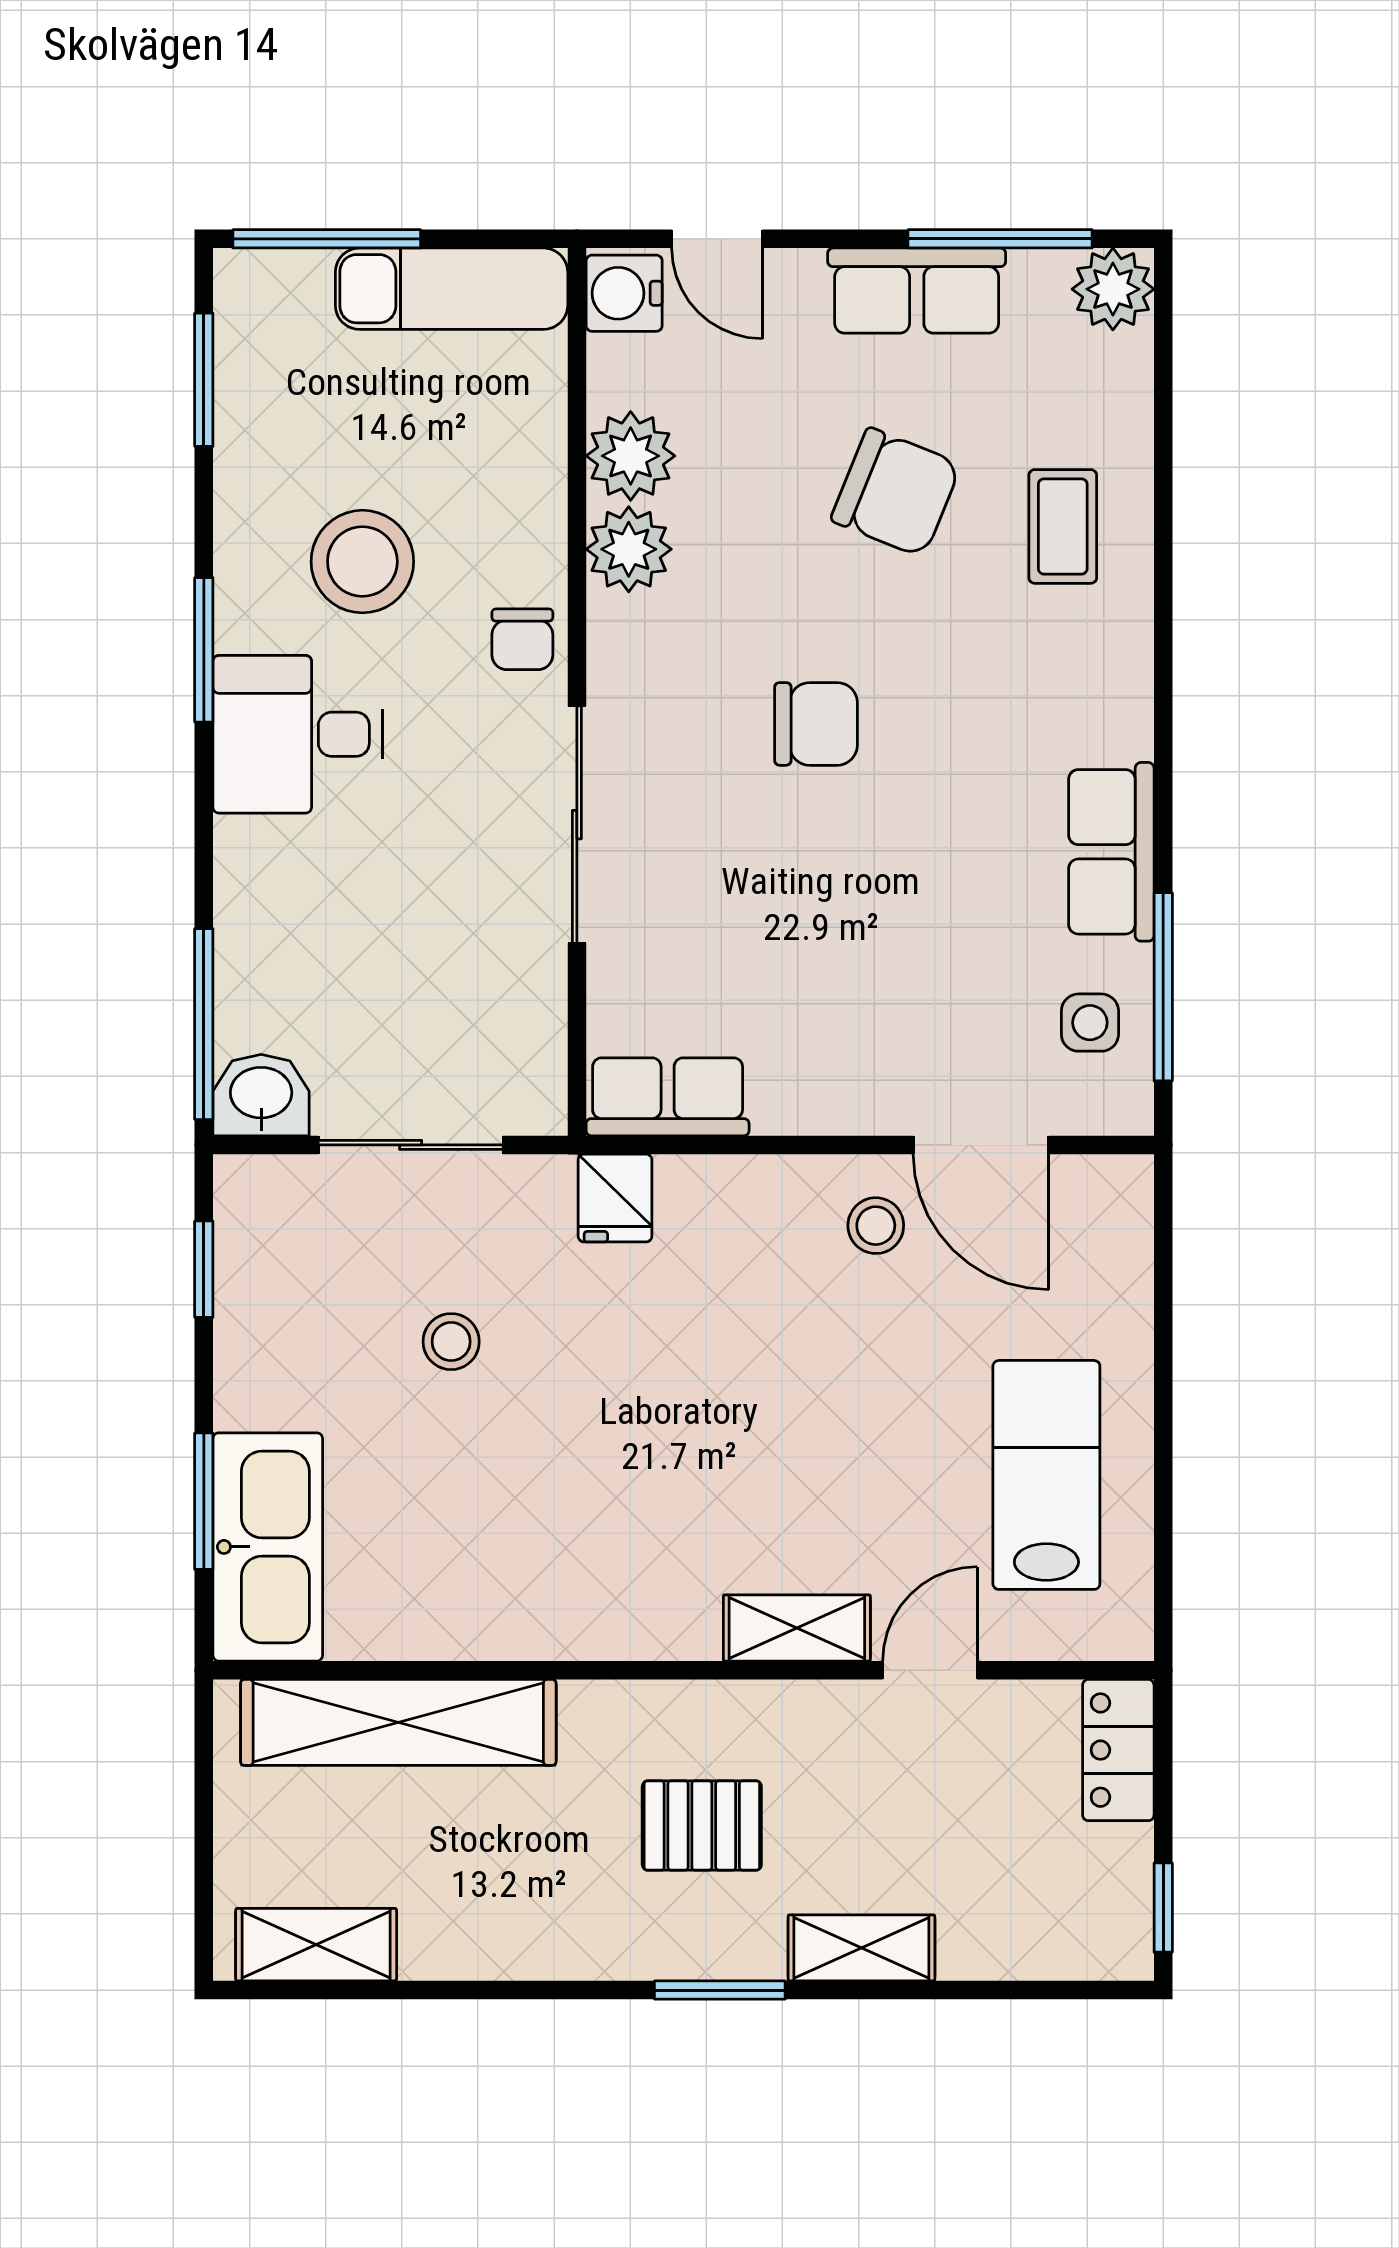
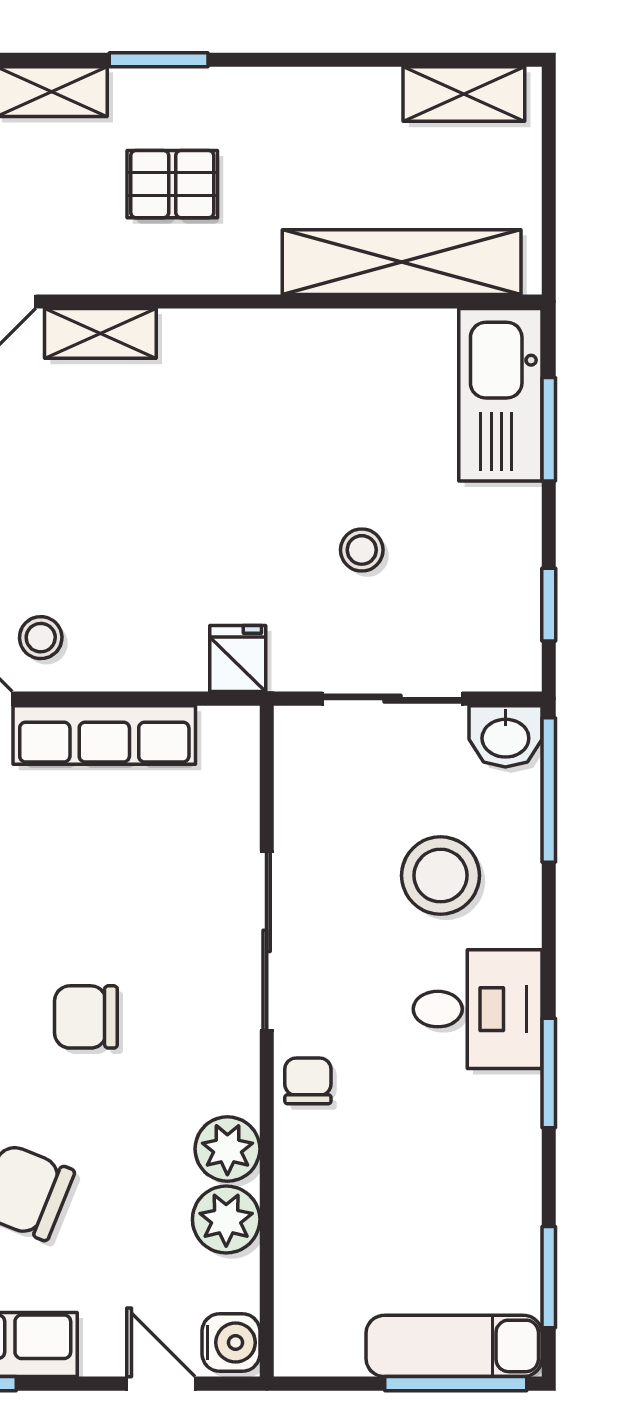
exam couch: (452, 289) -> (454, 1346), moved
stool: (362, 562) -> (440, 876), moved
row of seats: (668, 1097) -> (104, 735), moved, width x1.48

